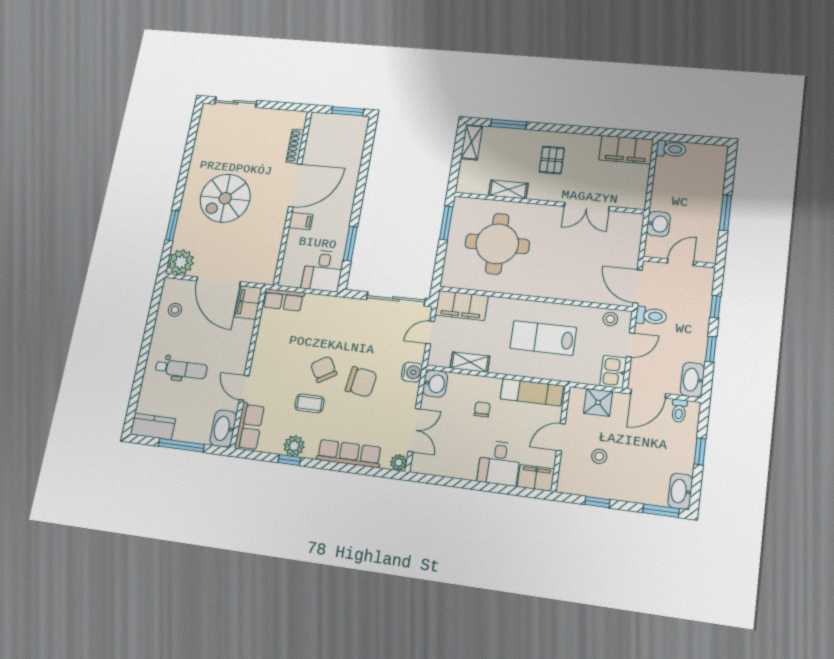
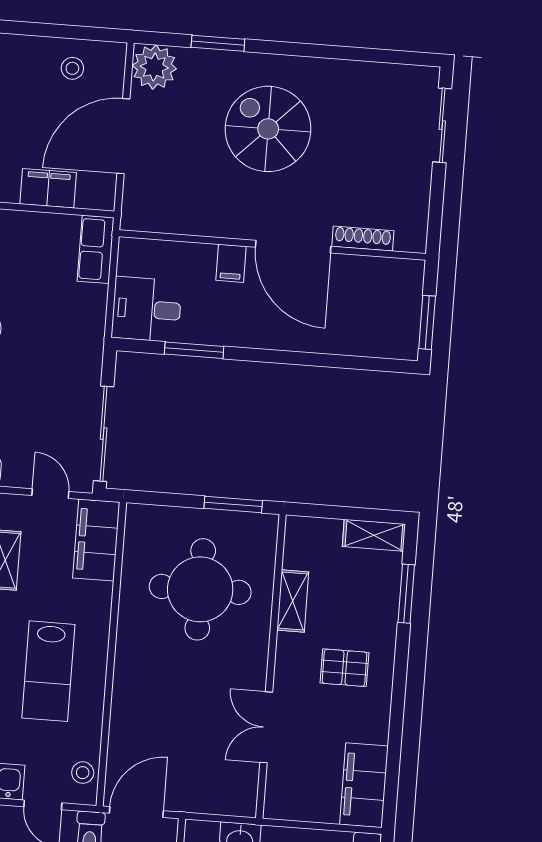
filing cabinet: (248, 303) -> (48, 188), moved
lab bench: (543, 338) -> (48, 671), turned 180

